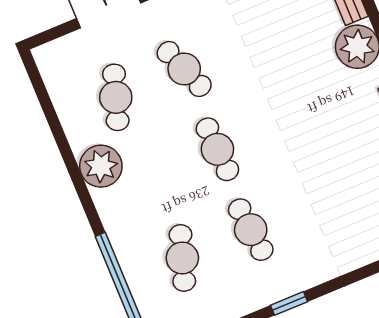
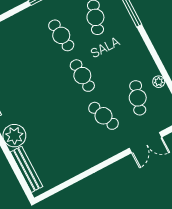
plant: (101, 166) -> (159, 82), moved, width x0.53, depth x0.53

